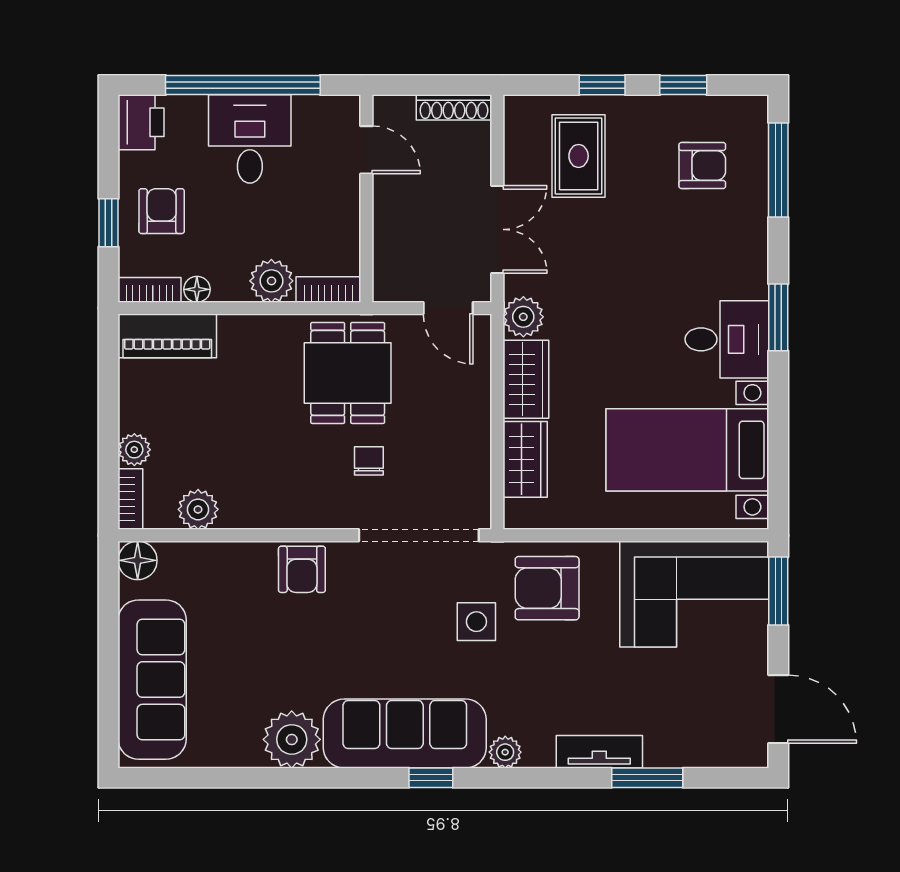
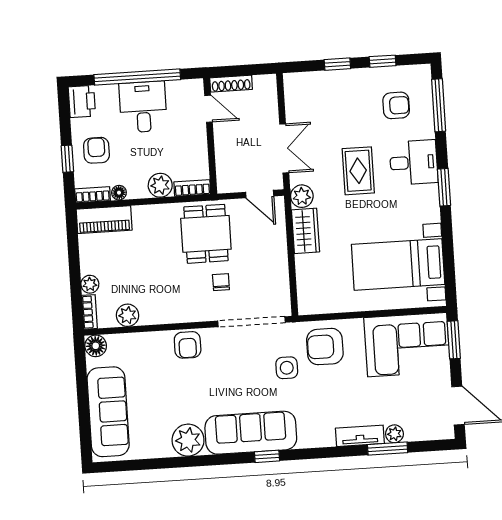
shoe rack: (454, 107) -> (231, 84), moved
rug: (579, 156) -> (358, 171), moved
desk: (727, 339) -> (414, 162), moved
wardrobe: (525, 459) -> (308, 276), removed
plant: (505, 752) -> (394, 434), moved

